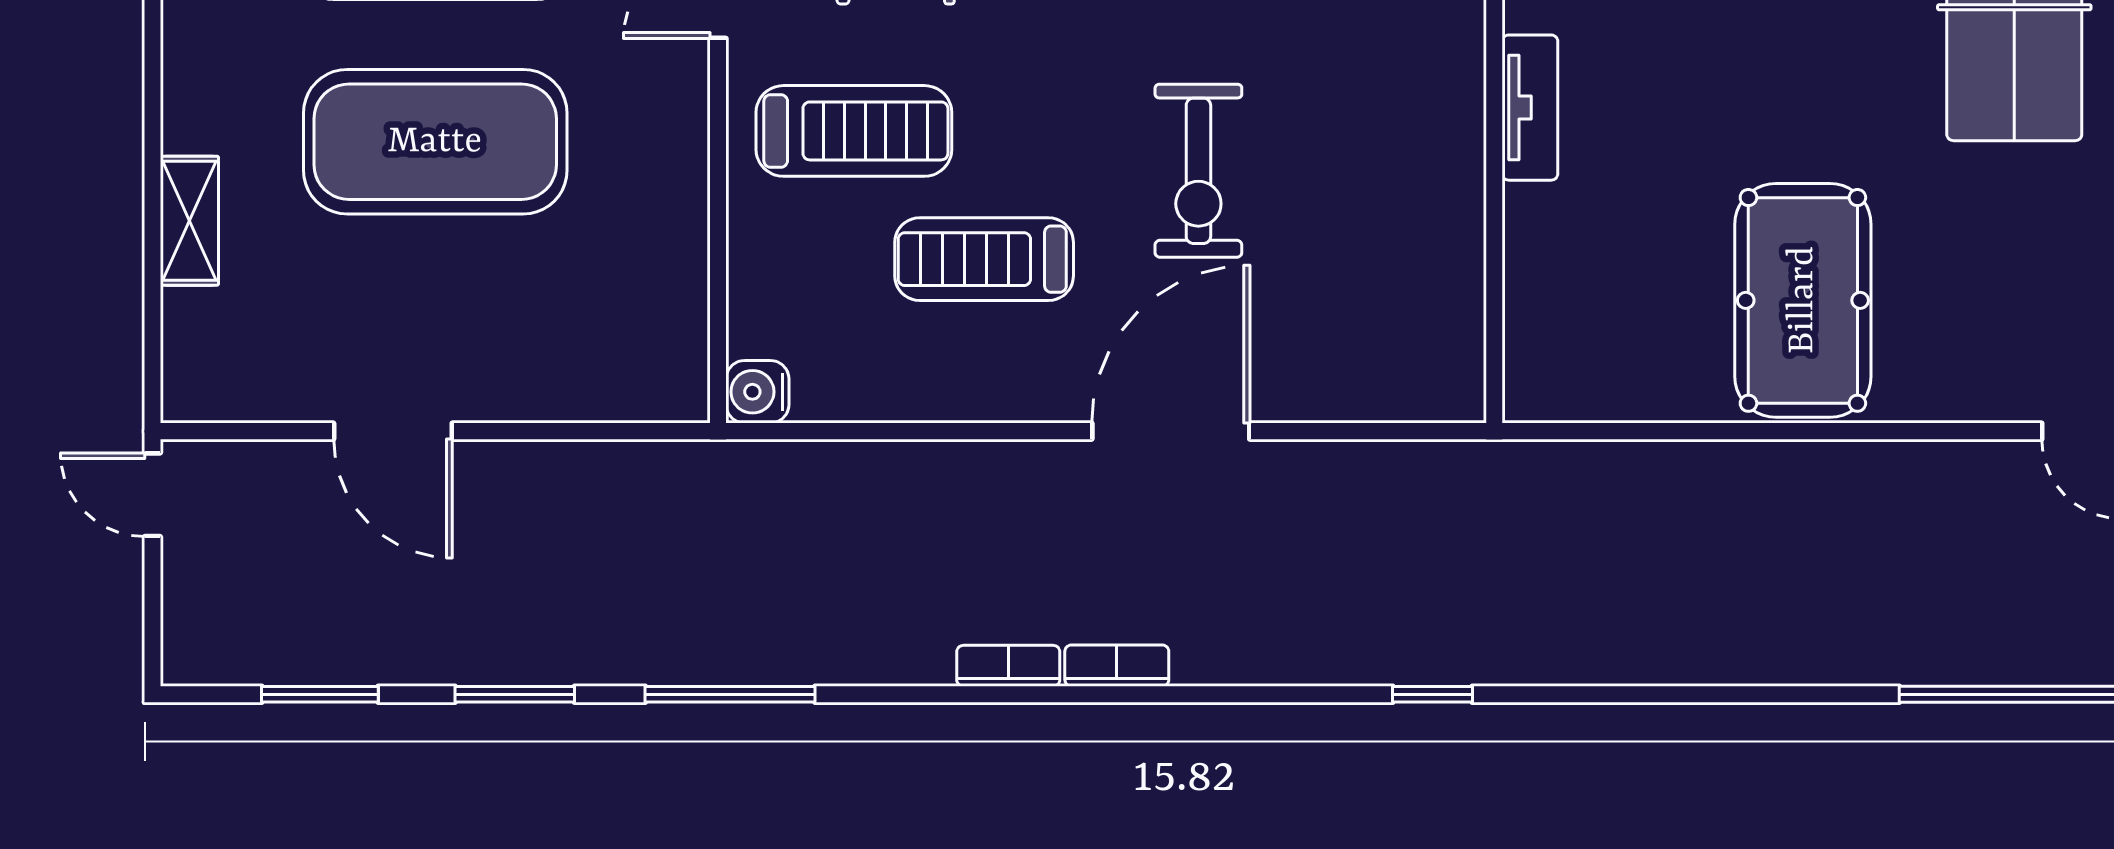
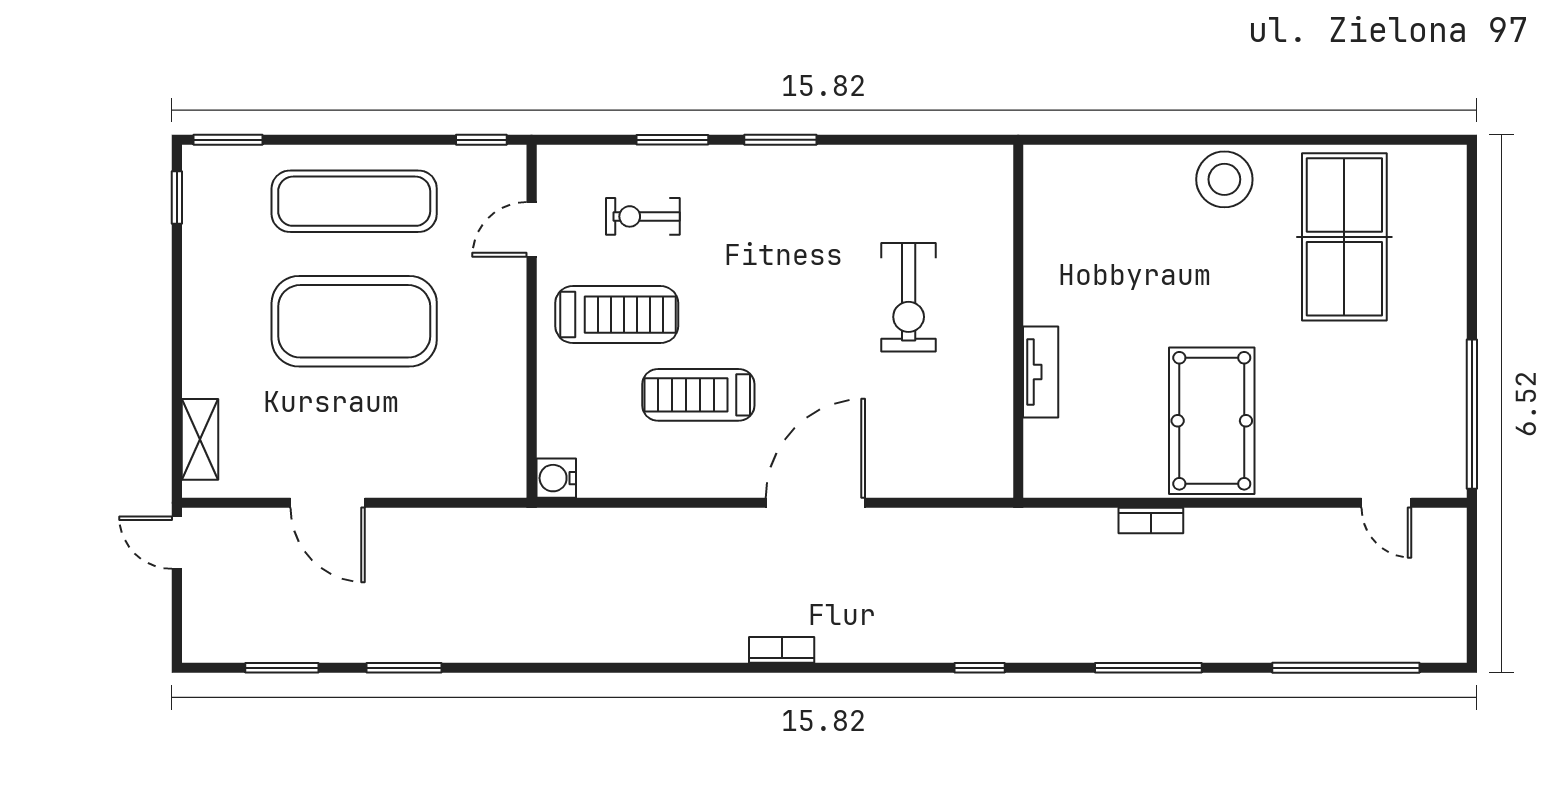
tv unit: (1530, 108) -> (1041, 372), moved
exercise bike: (1198, 171) -> (909, 297), moved
shelving: (189, 221) -> (200, 439), moved
bookcase: (1008, 666) -> (1151, 521), moved, turned 180
window: (730, 694) -> (1148, 668), moved

